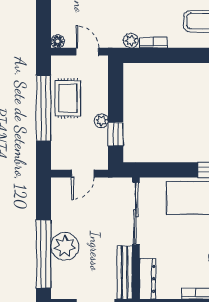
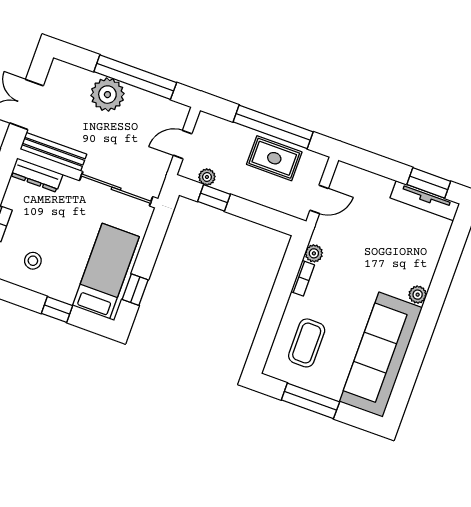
floor lamp: (58, 41) -> (343, 170), removed
plant: (101, 121) -> (207, 177), moved
door: (83, 174) -> (183, 145), hinge flipped
window: (44, 254) -> (135, 77), moved

